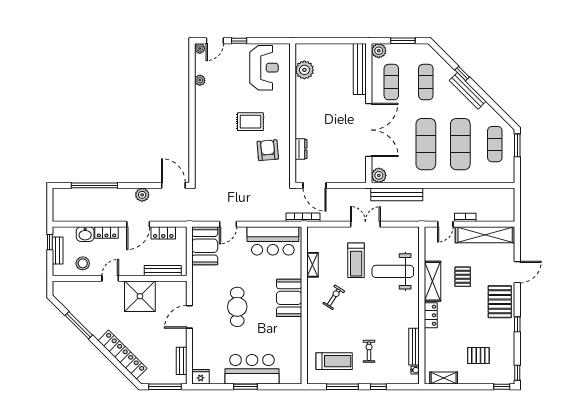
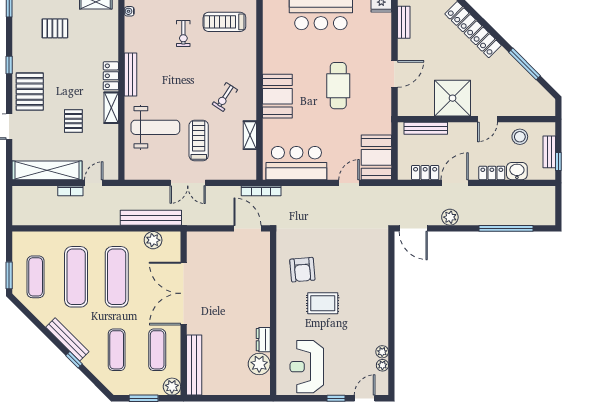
plant: (200, 48) -> (382, 365), moved
dresser: (301, 149) -> (263, 340), moved
plant: (379, 175) -> (153, 240), moved
shelving: (432, 281) -> (111, 108), width x0.67, depth x0.75
bench: (414, 347) -> (131, 74), moved

